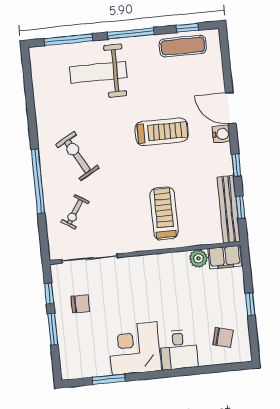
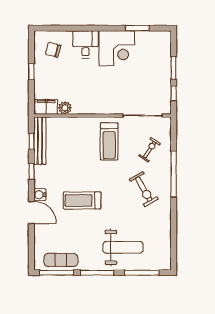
window: (187, 28) -> (56, 273), width x2.17
treadmill: (164, 213) -> (109, 141), moved
chair: (80, 304) -> (152, 84), removed

